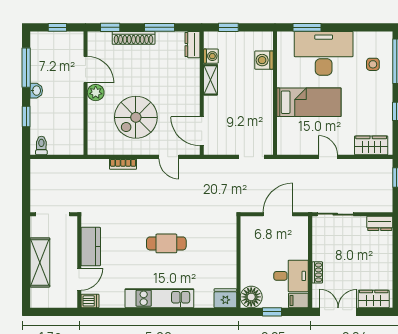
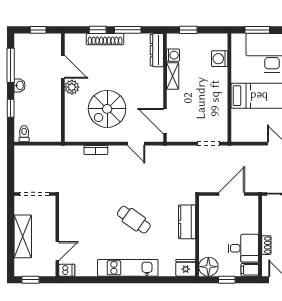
window: (110, 27) -> (98, 30), moved
dresser: (192, 45) -> (157, 50), width x1.44
cafe table: (166, 243) -> (134, 220), turned 35
kitchen counter: (91, 247) -> (187, 222), moved, turned 180
window: (49, 312) -> (30, 280), added

